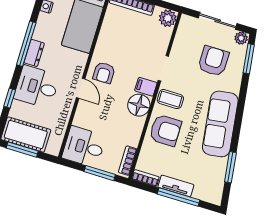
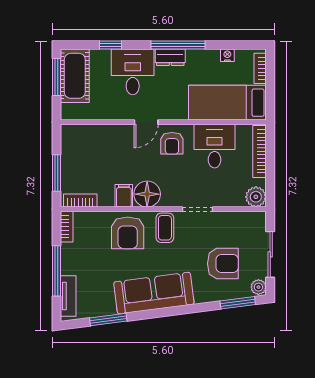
armchair: (104, 73) -> (172, 143), turned -90
filing cabinet: (146, 87) -> (124, 196), moved
desk: (84, 147) -> (215, 146), moved
tv unit: (176, 186) -> (68, 296), moved

